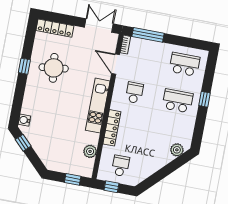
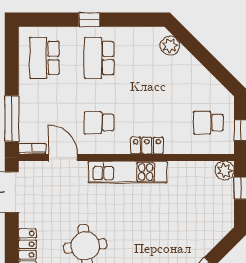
door: (116, 64) -> (63, 158), swing flipped
locker: (112, 128) -> (147, 146), width x0.66
plant: (90, 151) -> (225, 171), moved

